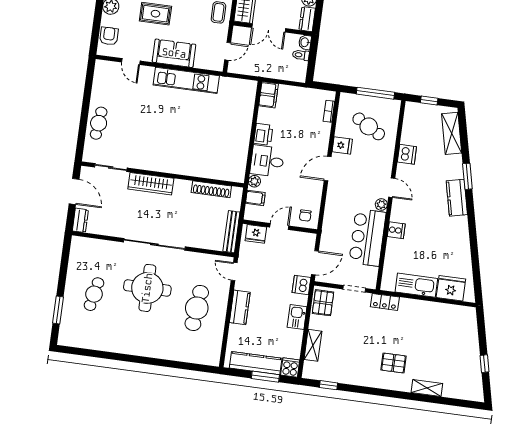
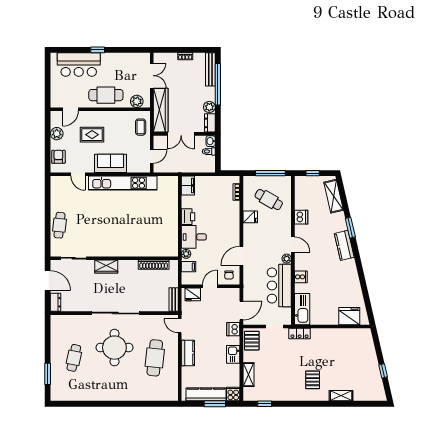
kitchen unit: (186, 80) -> (123, 183), width x1.36
door: (328, 169) -> (241, 256), moved
wardrobe: (151, 184) -> (106, 267), width x0.67
bench: (231, 232) -> (174, 300), width x0.73
kitchen sink: (416, 285) -> (302, 309), moved, turned 90
pallet: (393, 363) -> (313, 380), turned 90

